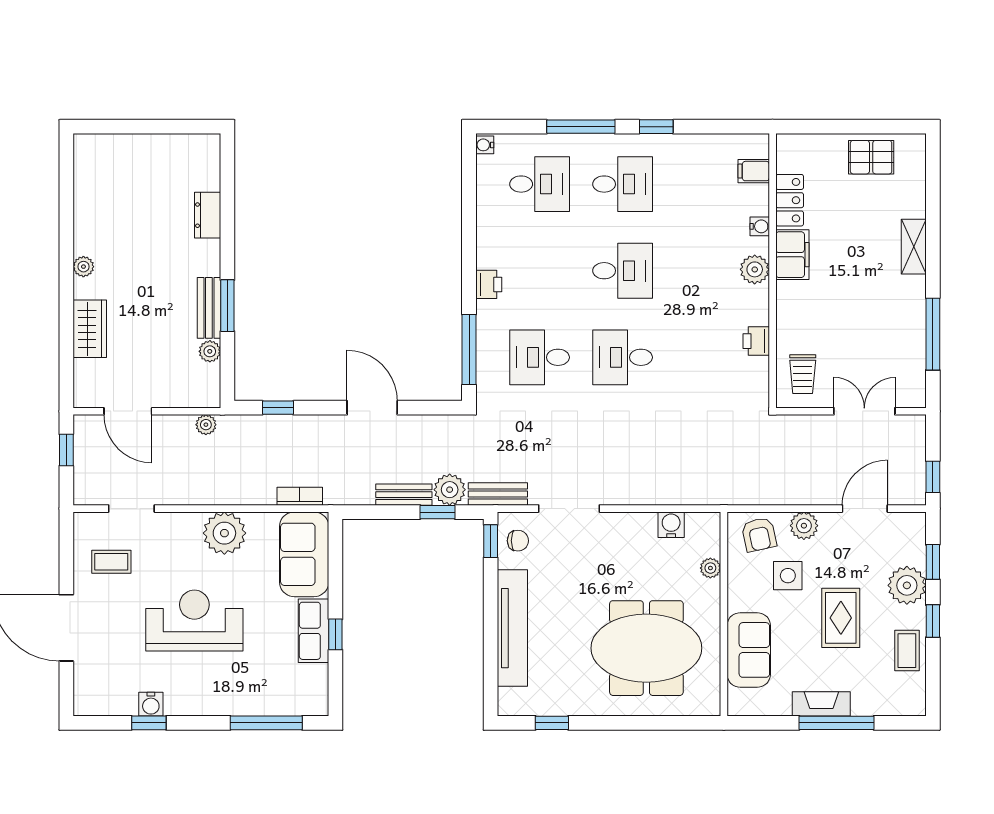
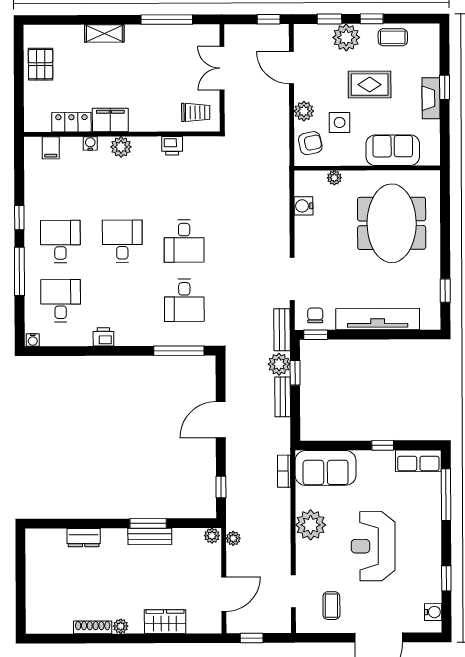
shoe rack: (82, 227) -> (93, 627), added
printer: (489, 284) -> (103, 337), moved
plant: (210, 351) -> (212, 536), moved
row of seats: (313, 631) -> (418, 461), moved
water cooler: (151, 704) -> (433, 612), moved
window: (837, 723) -> (445, 87), width x0.46

